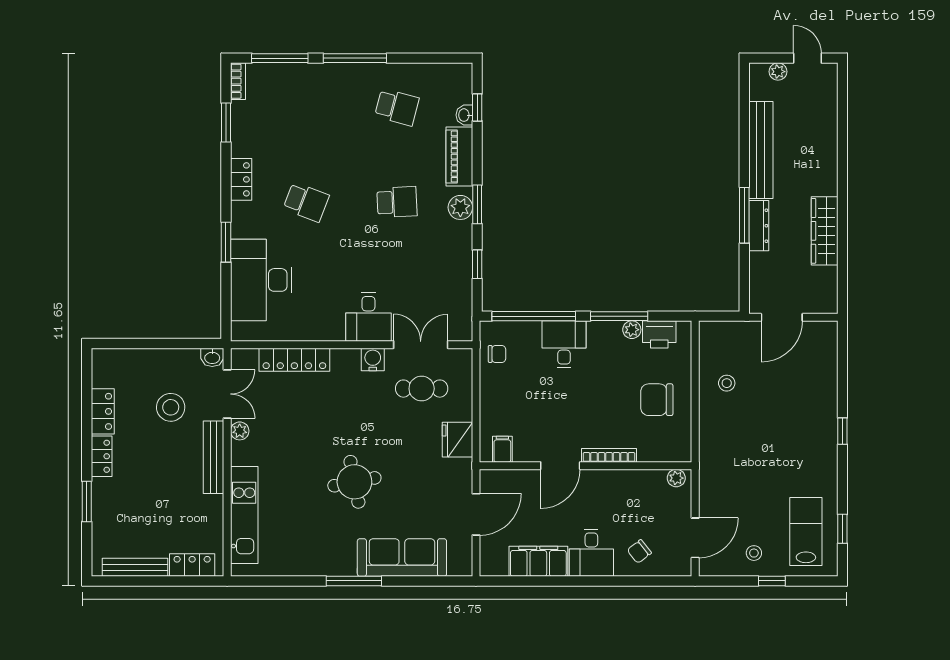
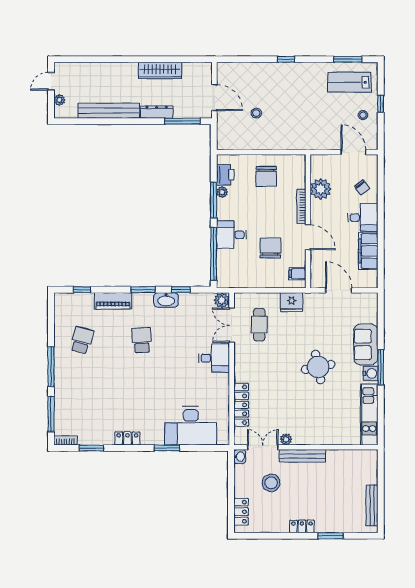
washbasin: (464, 115) -> (166, 300), moved, width x1.91, depth x1.45
school desk: (306, 202) -> (142, 397), removed
plant: (460, 207) -> (222, 300), moved
window: (744, 215) -> (182, 121), moved
chair: (497, 354) -> (270, 248), moved, width x1.87, depth x1.87
water cooler: (373, 360) -> (371, 373), moved, turned 180
stool: (727, 383) -> (256, 113), moved
locker: (103, 411) -> (241, 512), moved, turned 90
plant: (676, 478) -> (321, 189), moved, width x1.87, depth x1.87
kitchen unit: (244, 515) -> (369, 415), moved, turned -90
window: (842, 529) -> (348, 59), width x1.50
sofa: (402, 558) -> (366, 344), width x0.73
locker: (192, 565) -> (371, 469), removed

